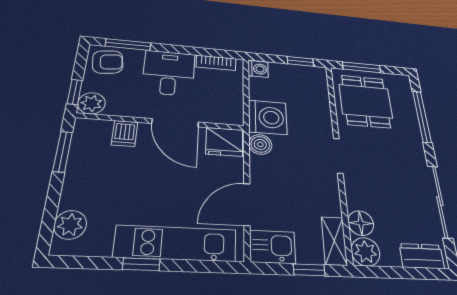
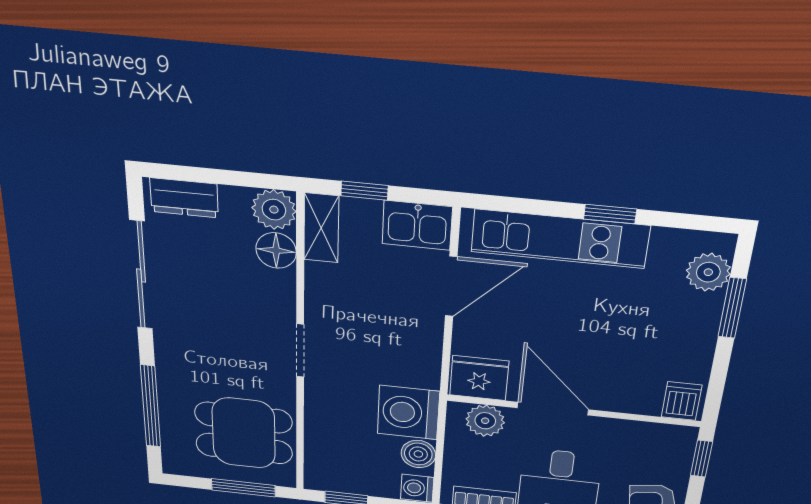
dining table: (366, 101) -> (244, 433), turned 90
plant: (92, 103) -> (485, 421), moved
dishwasher: (125, 133) -> (682, 401), moved
boiler: (260, 144) -> (418, 454), moved
window: (63, 152) -> (732, 308), moved

